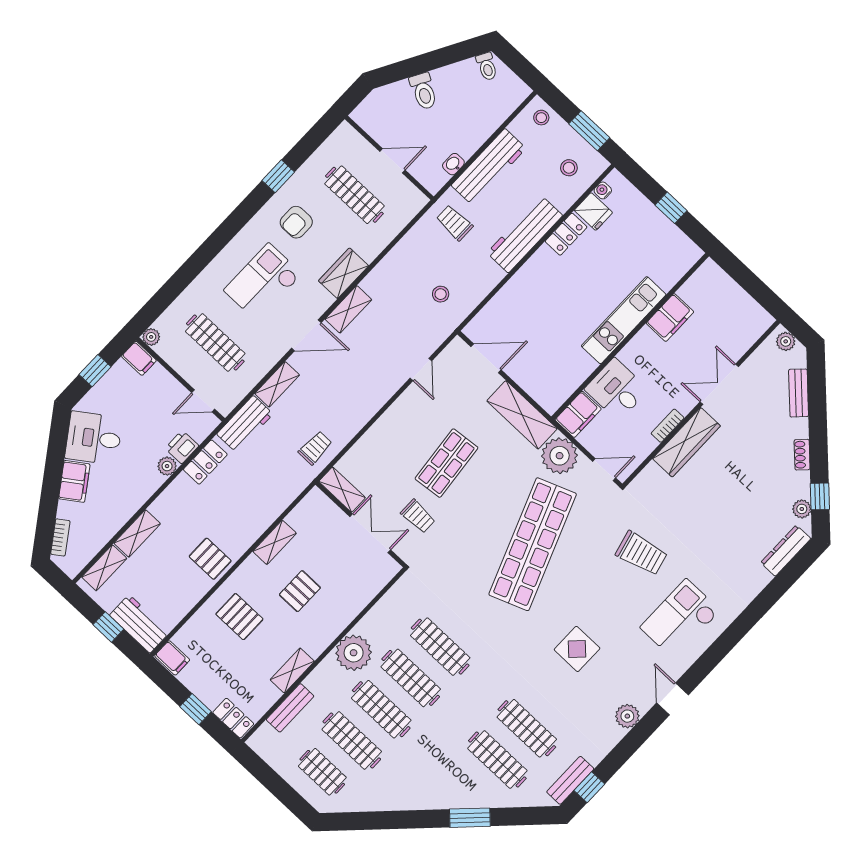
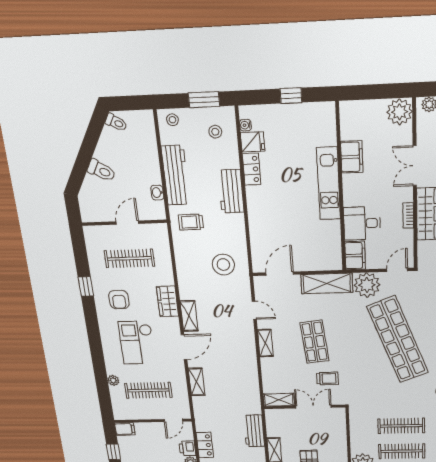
workbench: (525, 234) -> (231, 191), width x0.73
stool: (441, 294) -> (223, 265), width x1.89, depth x1.89
plant: (753, 321) -> (400, 112), added
plant: (151, 337) -> (113, 380), moved
shelving: (395, 414) -> (265, 343), added
workbench: (245, 424) -> (254, 431), moved, turned 180
trolley: (315, 448) -> (246, 393), removed

